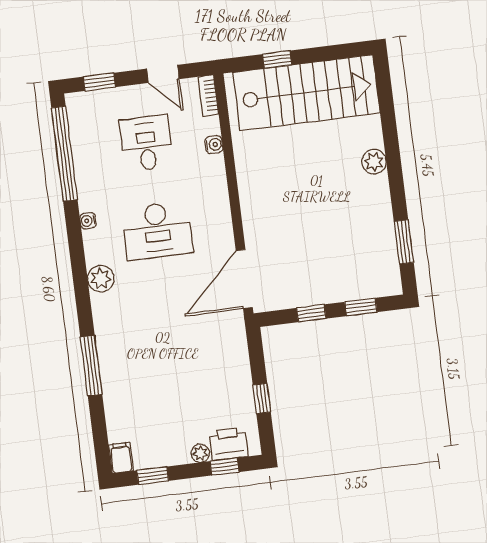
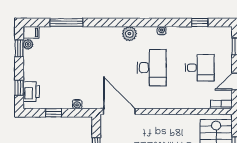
water cooler: (214, 145) -> (77, 104), moved
window: (64, 154) -> (200, 23), width x0.32
desk: (157, 231) -> (152, 68), turned 180
window: (91, 366) -> (66, 23), moved
plant: (200, 453) -> (28, 44), moved

